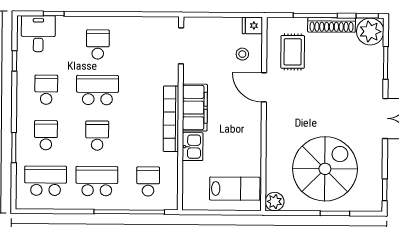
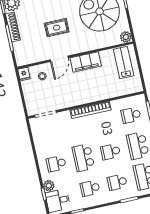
plant: (65, 25) -> (49, 186), added
rug: (293, 52) -> (57, 28), moved
filing cabinet: (195, 108) -> (86, 62), moved, turned 180
kitchen sink: (193, 147) -> (104, 93), removed

